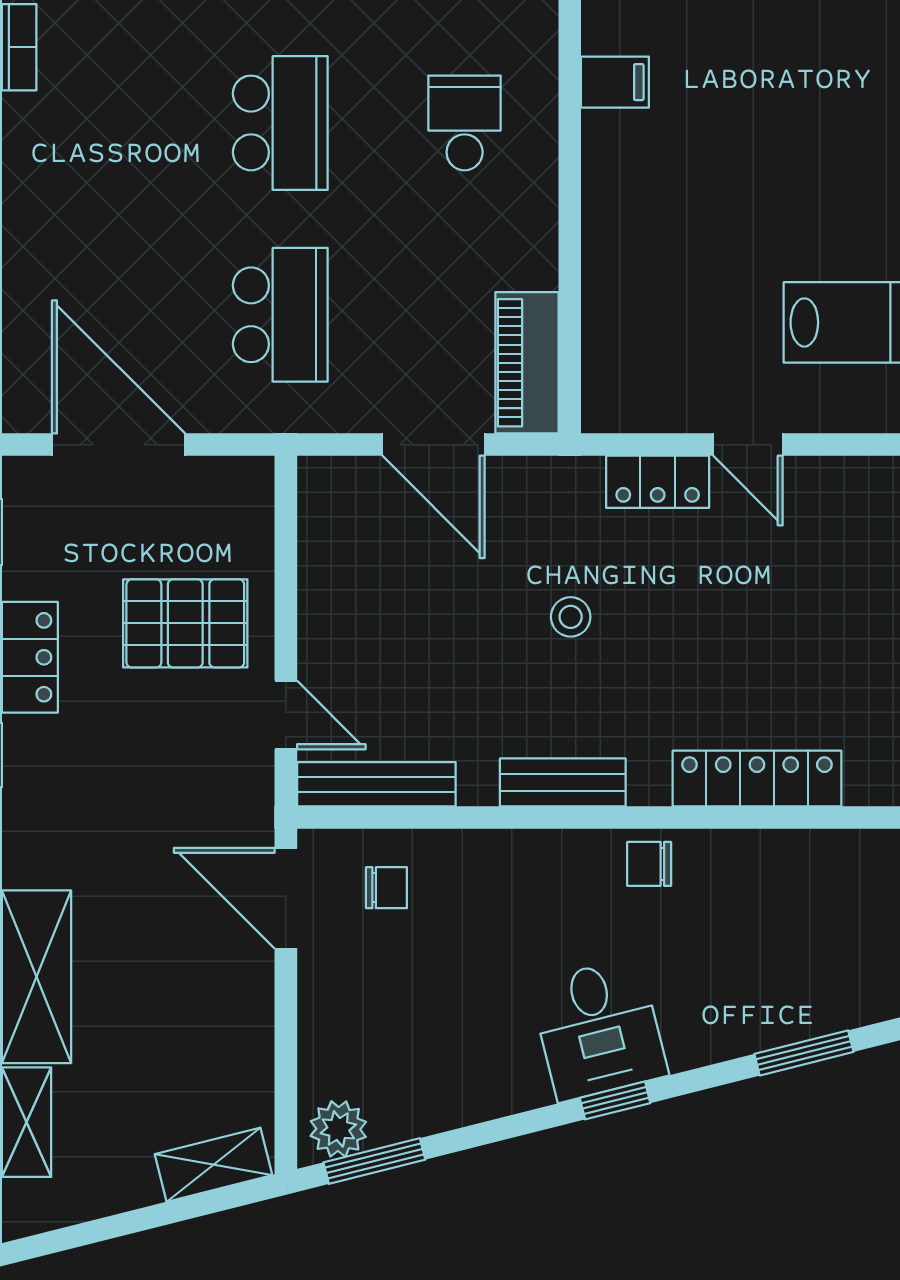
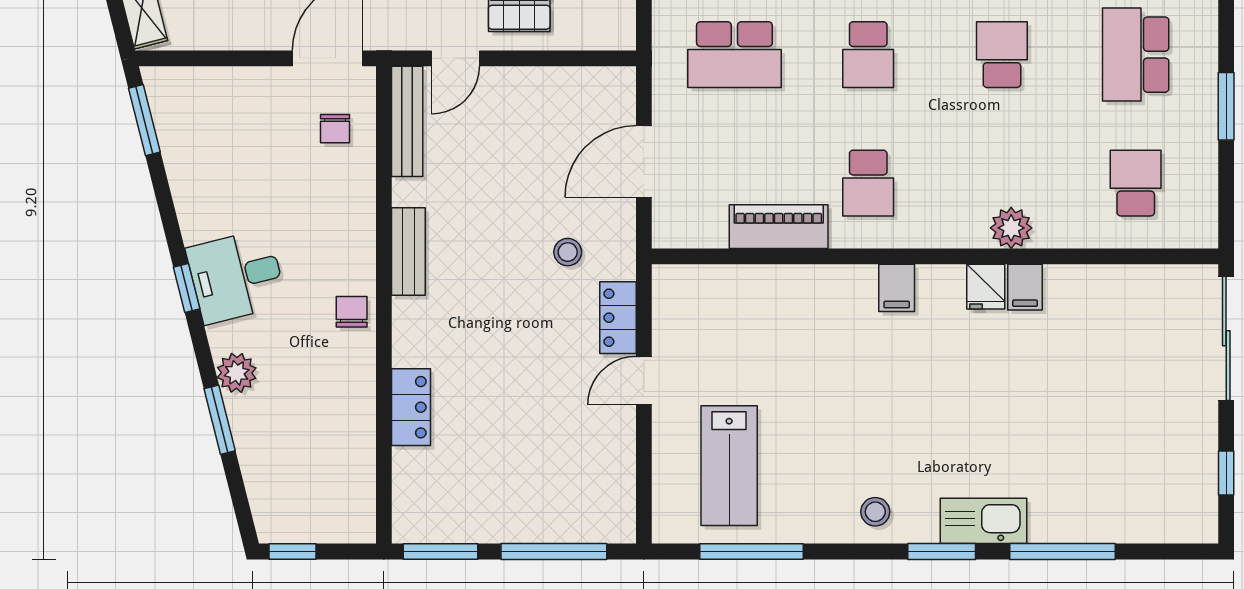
school desk: (280, 123) -> (868, 55), width x0.54
school desk: (465, 123) -> (868, 183), turned 90
piano: (527, 363) -> (779, 227), moved
stool: (571, 617) -> (568, 252), moved
locker: (757, 779) -> (411, 407), width x0.66
plant: (338, 1129) -> (237, 373), moved

